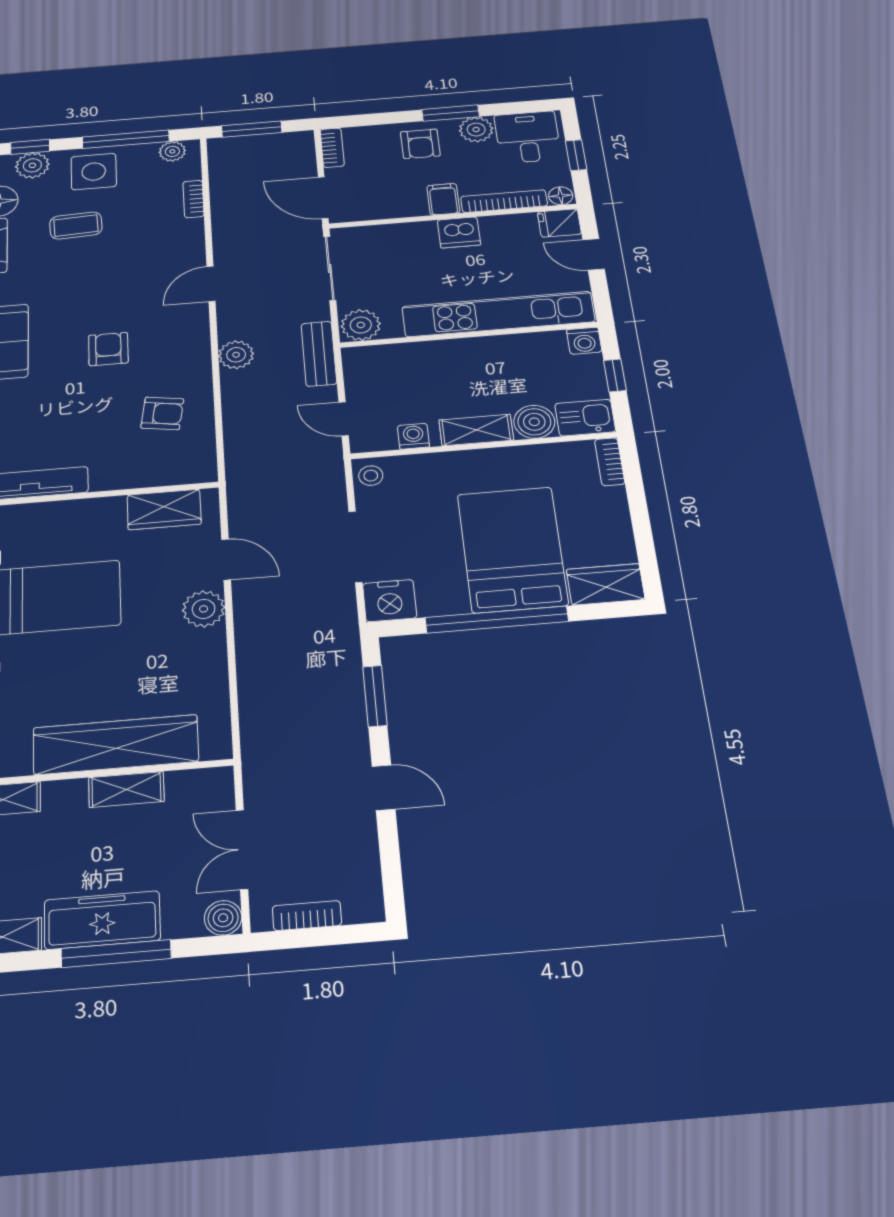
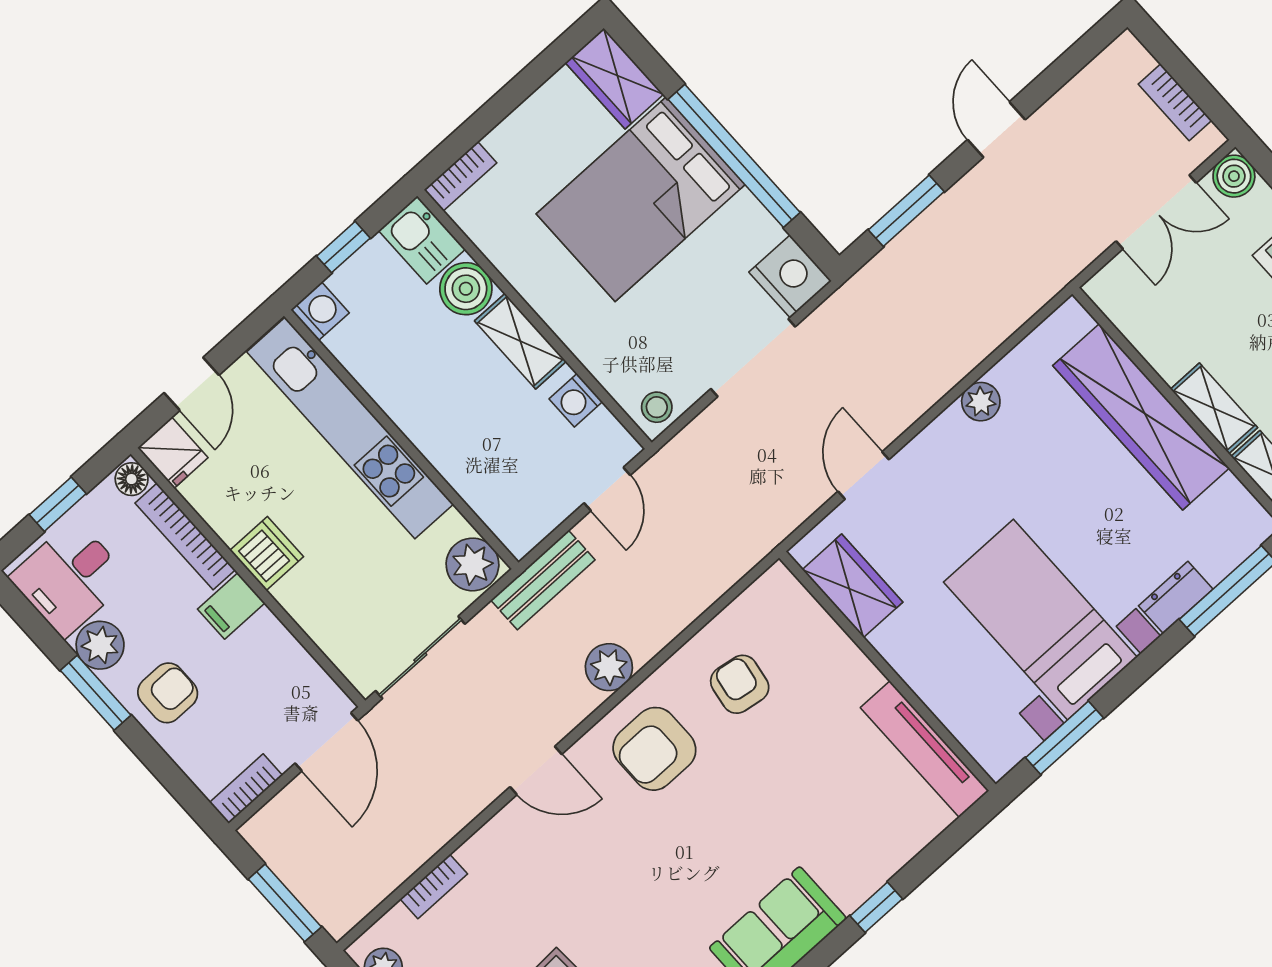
armchair: (108, 349) -> (654, 749), moved, width x1.38, depth x1.38
plant: (204, 609) -> (981, 402), moved, width x0.73, depth x0.73
shelving: (126, 789) -> (1214, 408), moved

